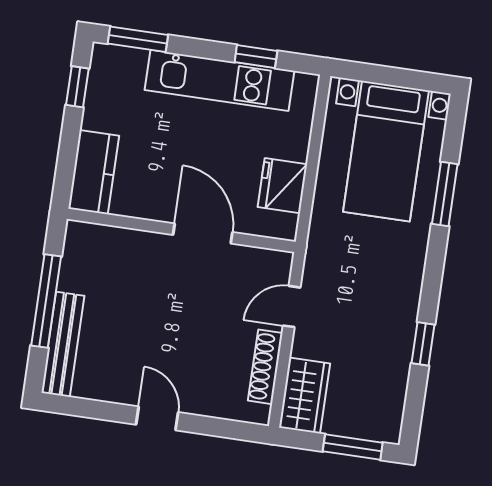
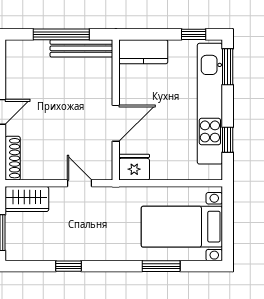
kitchen unit: (220, 80) -> (210, 104), width x1.36
fridge: (282, 186) -> (134, 167), moved
bench: (63, 344) -> (81, 48), moved
shoe rack: (265, 367) -> (13, 158), moved, turned 90

